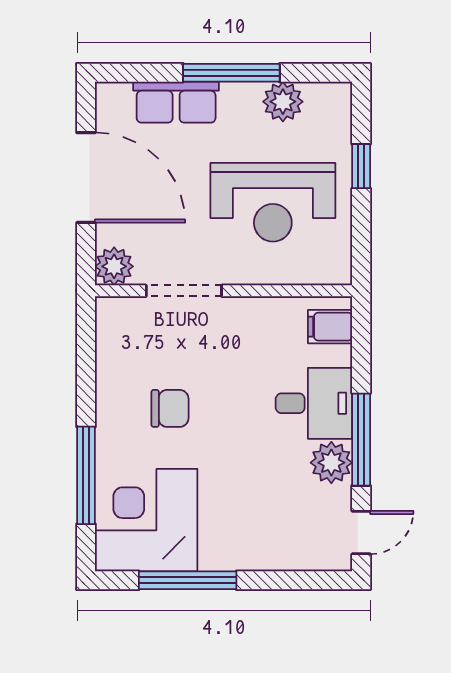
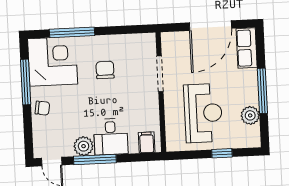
row of seats: (176, 102) -> (247, 48), moved
reception desk: (273, 202) -> (203, 113), turned 180
plant: (114, 266) -> (170, 41), removed
chair: (170, 408) -> (105, 70), turned 180
chair: (245, 547) -> (42, 108), added

